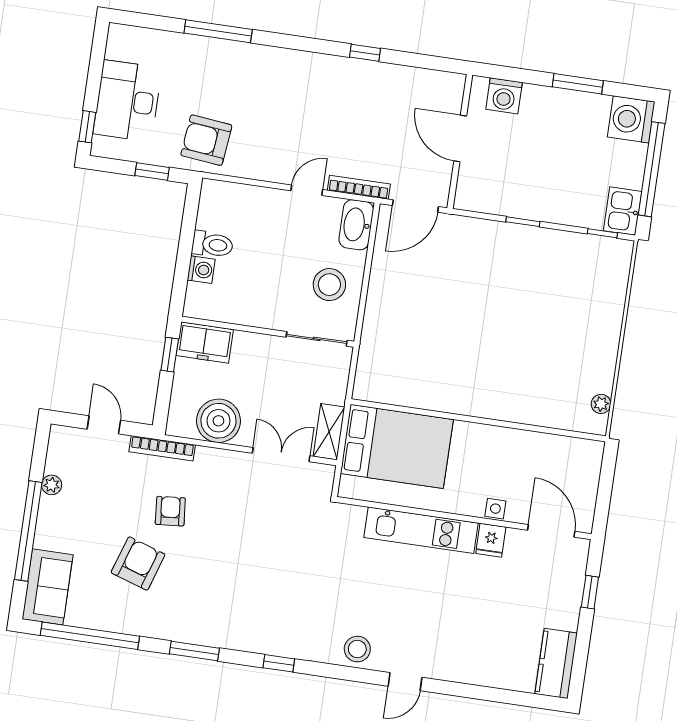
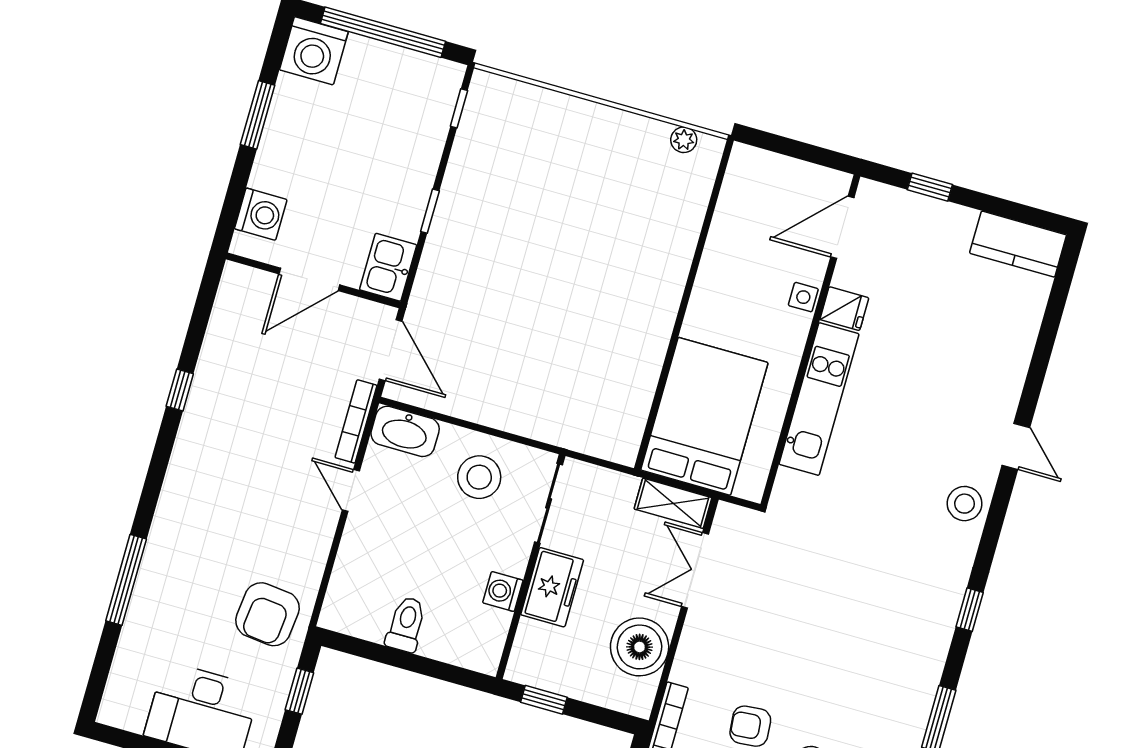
kitchen sink: (623, 211) -> (388, 267), moved, turned 90
washing machine: (201, 270) -> (503, 592), moved, turned -90
freezer: (205, 343) -> (552, 587), moved

